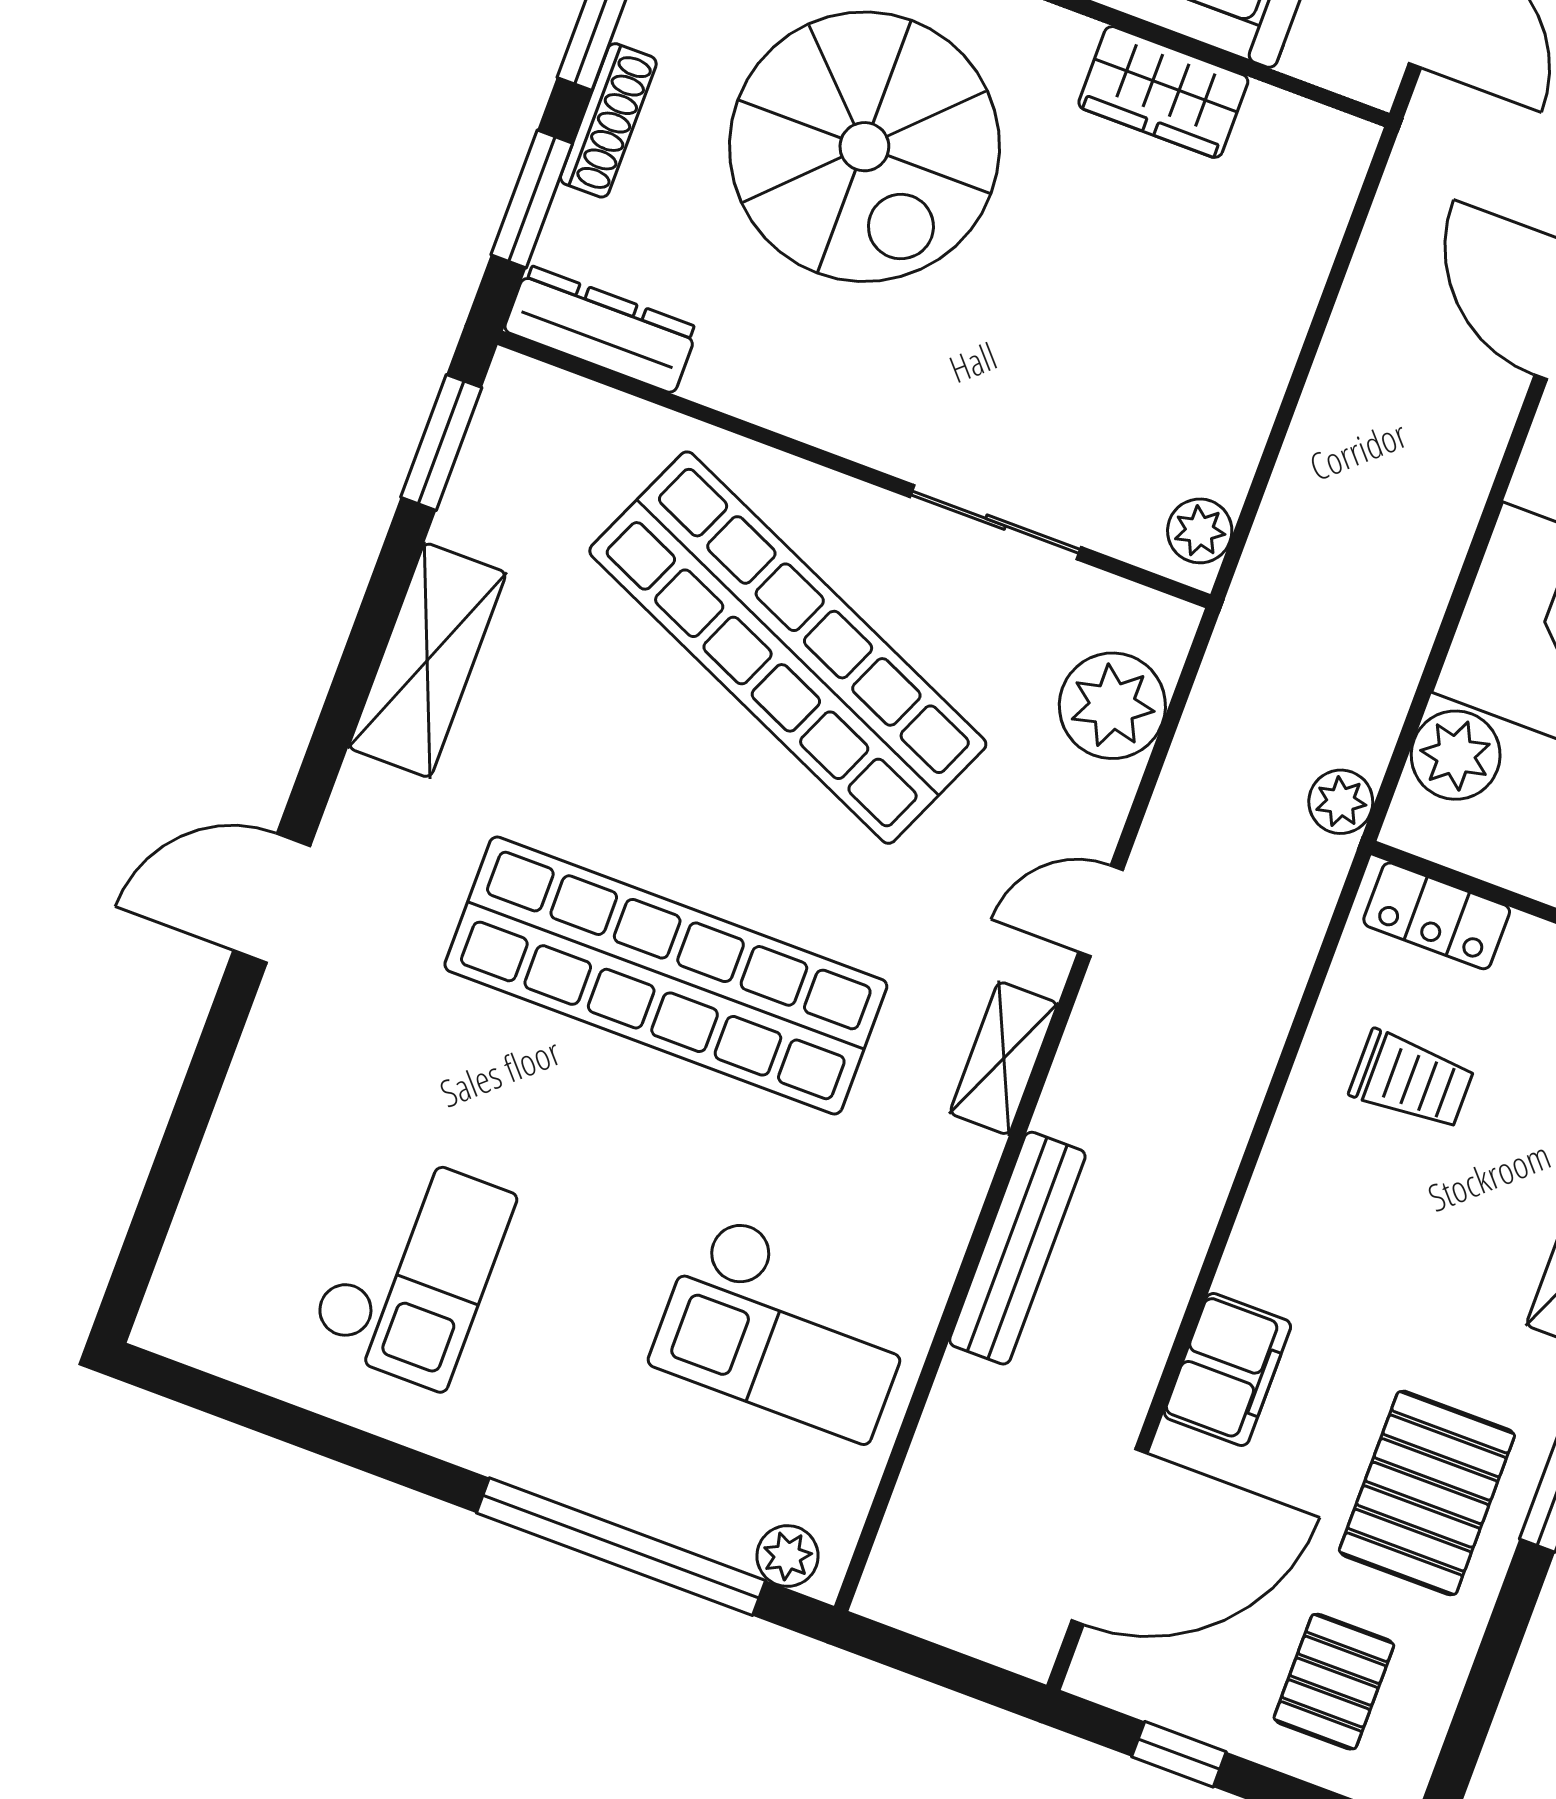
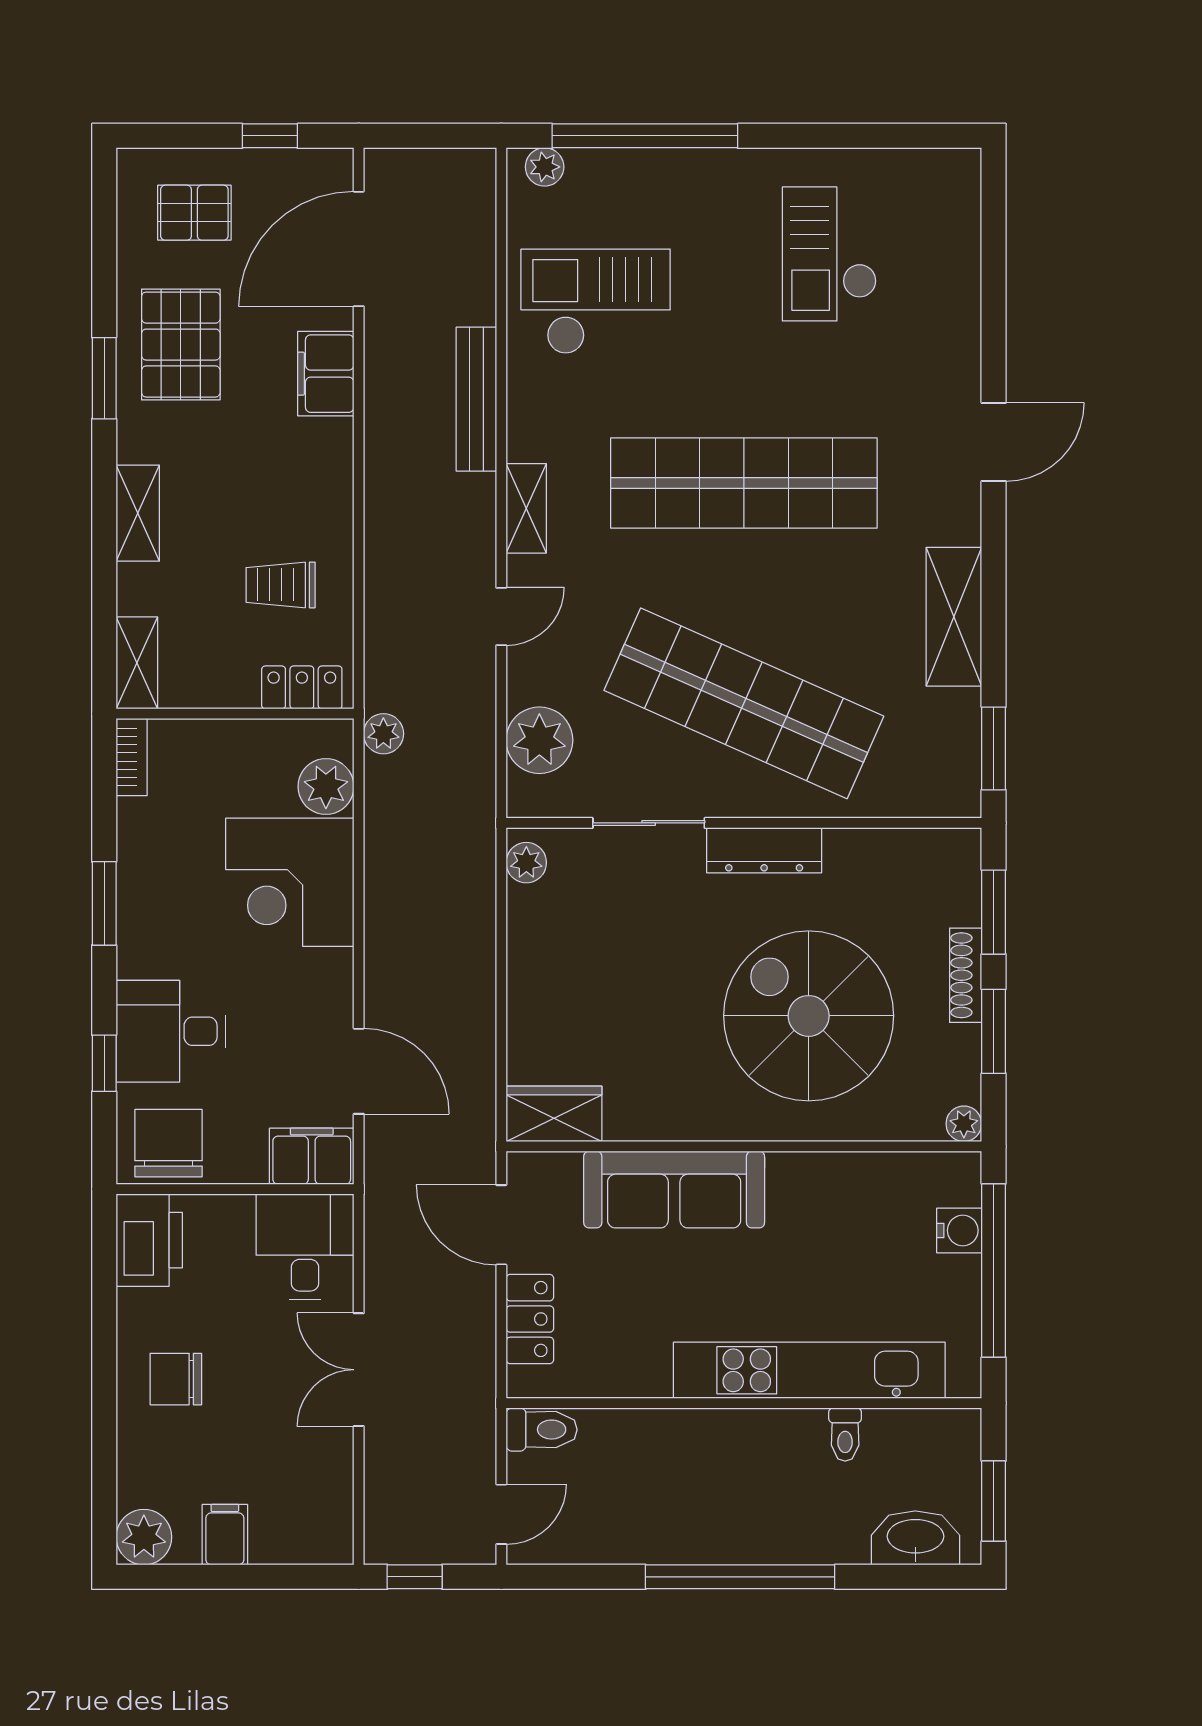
wardrobe: (1163, 92) -> (554, 1114), moved
dresser: (601, 329) -> (764, 850), moved
pallet: (1334, 1682) -> (194, 213), turned 90

